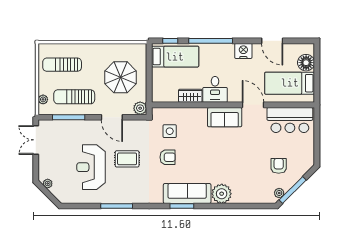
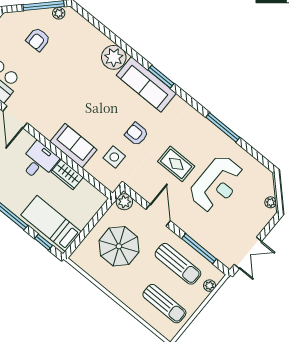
sofa: (225, 117) -> (73, 146), moved

